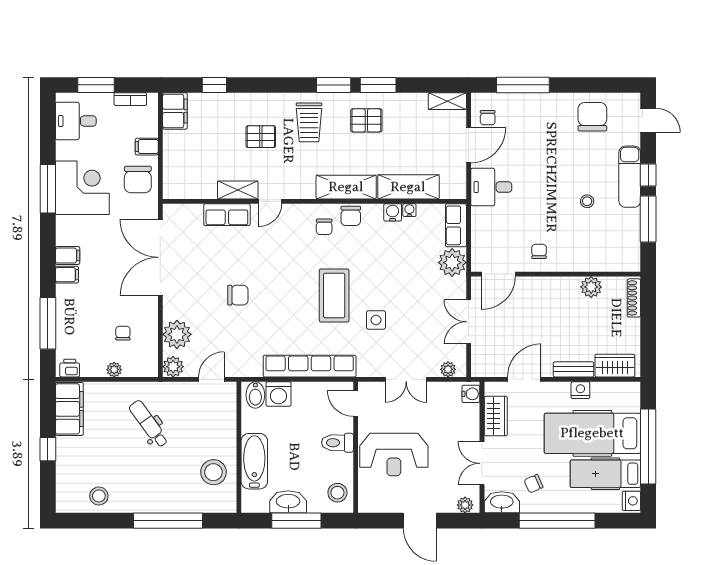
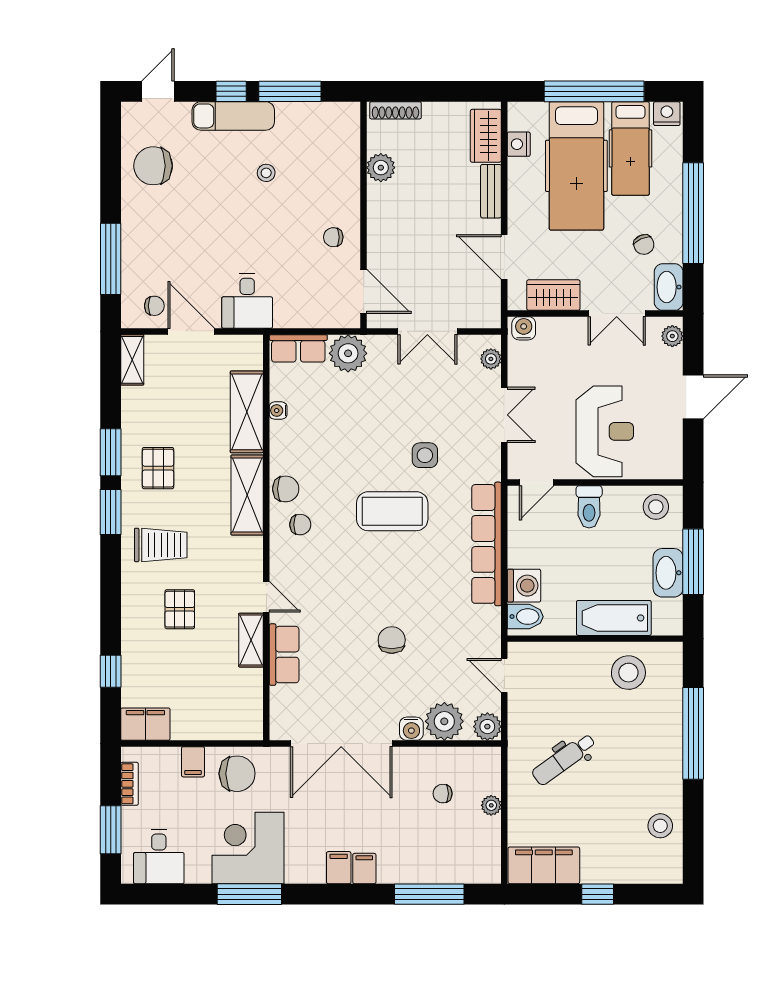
water cooler: (393, 212) -> (411, 729), moved, turned -90
printer: (70, 368) -> (489, 865), removed
nightstand: (580, 390) -> (519, 144), moved

